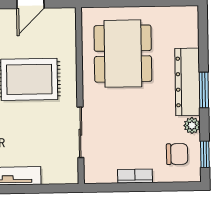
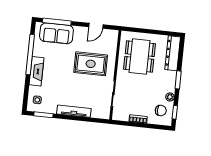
dresser: (187, 82) -> (173, 53), moved

